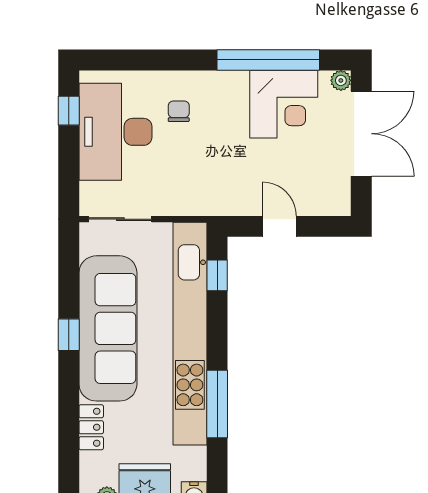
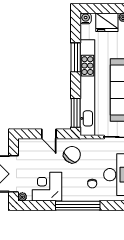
window: (268, 60) -> (78, 206), moved
chair: (226, 178) -> (72, 155), added
window: (217, 275) -> (76, 113), width x2.17

